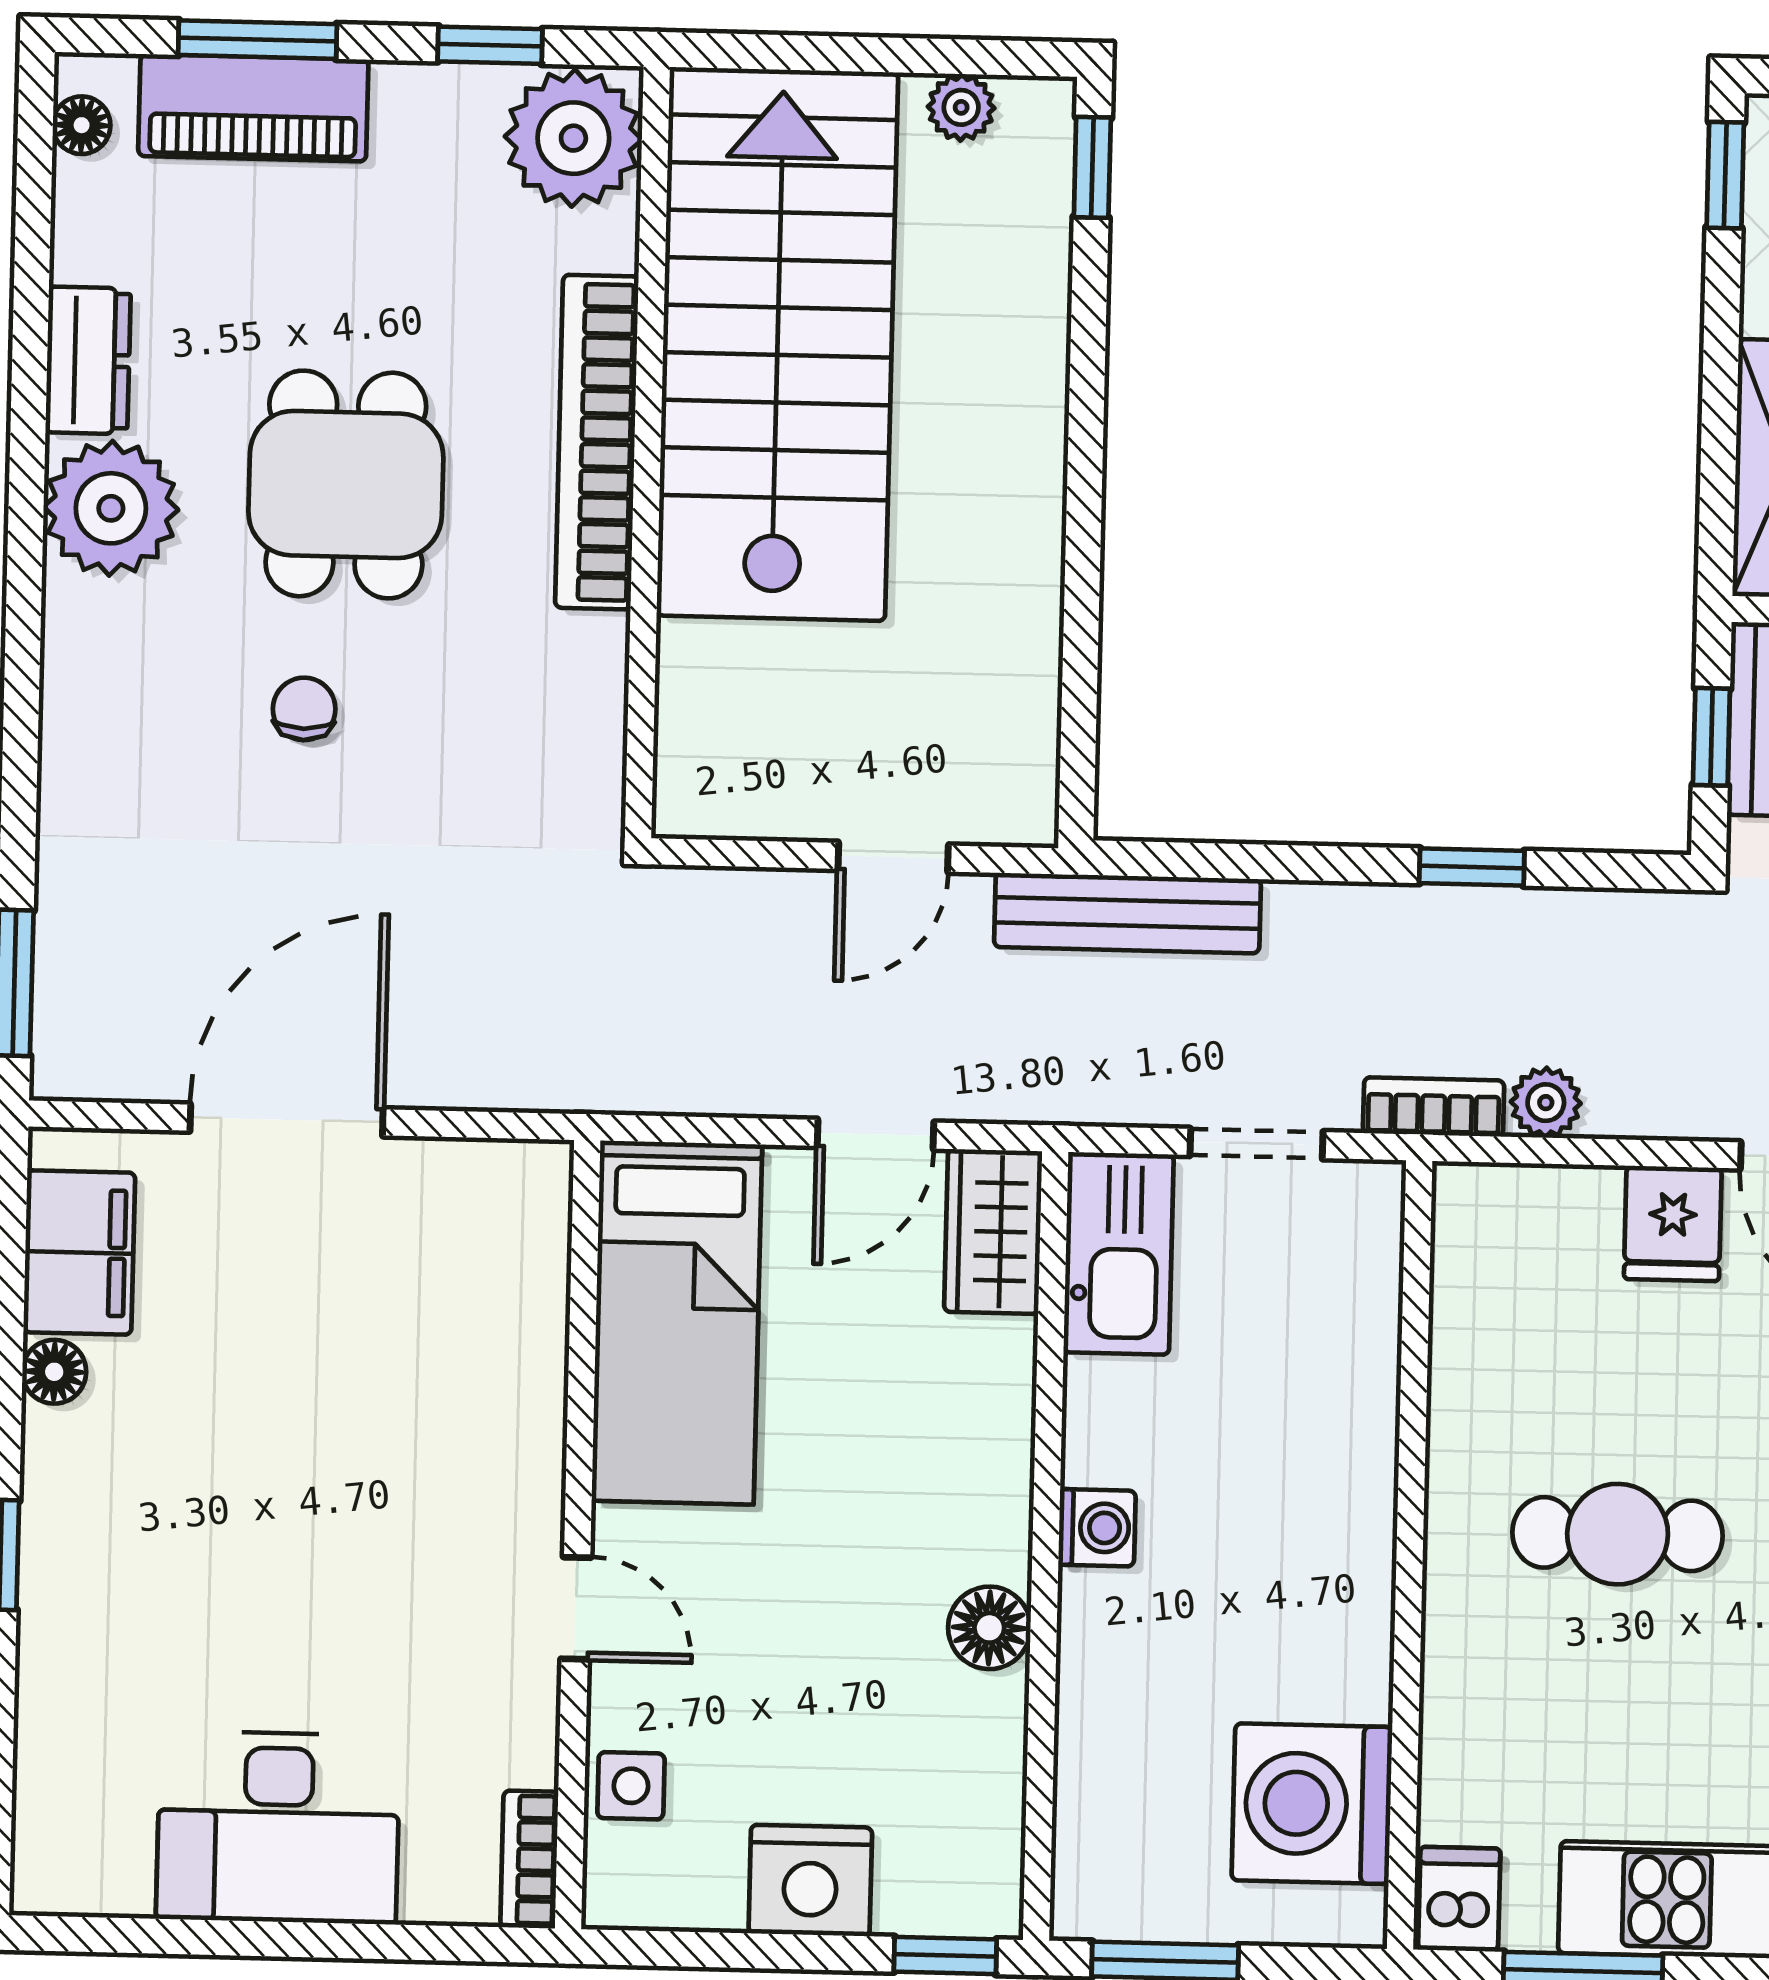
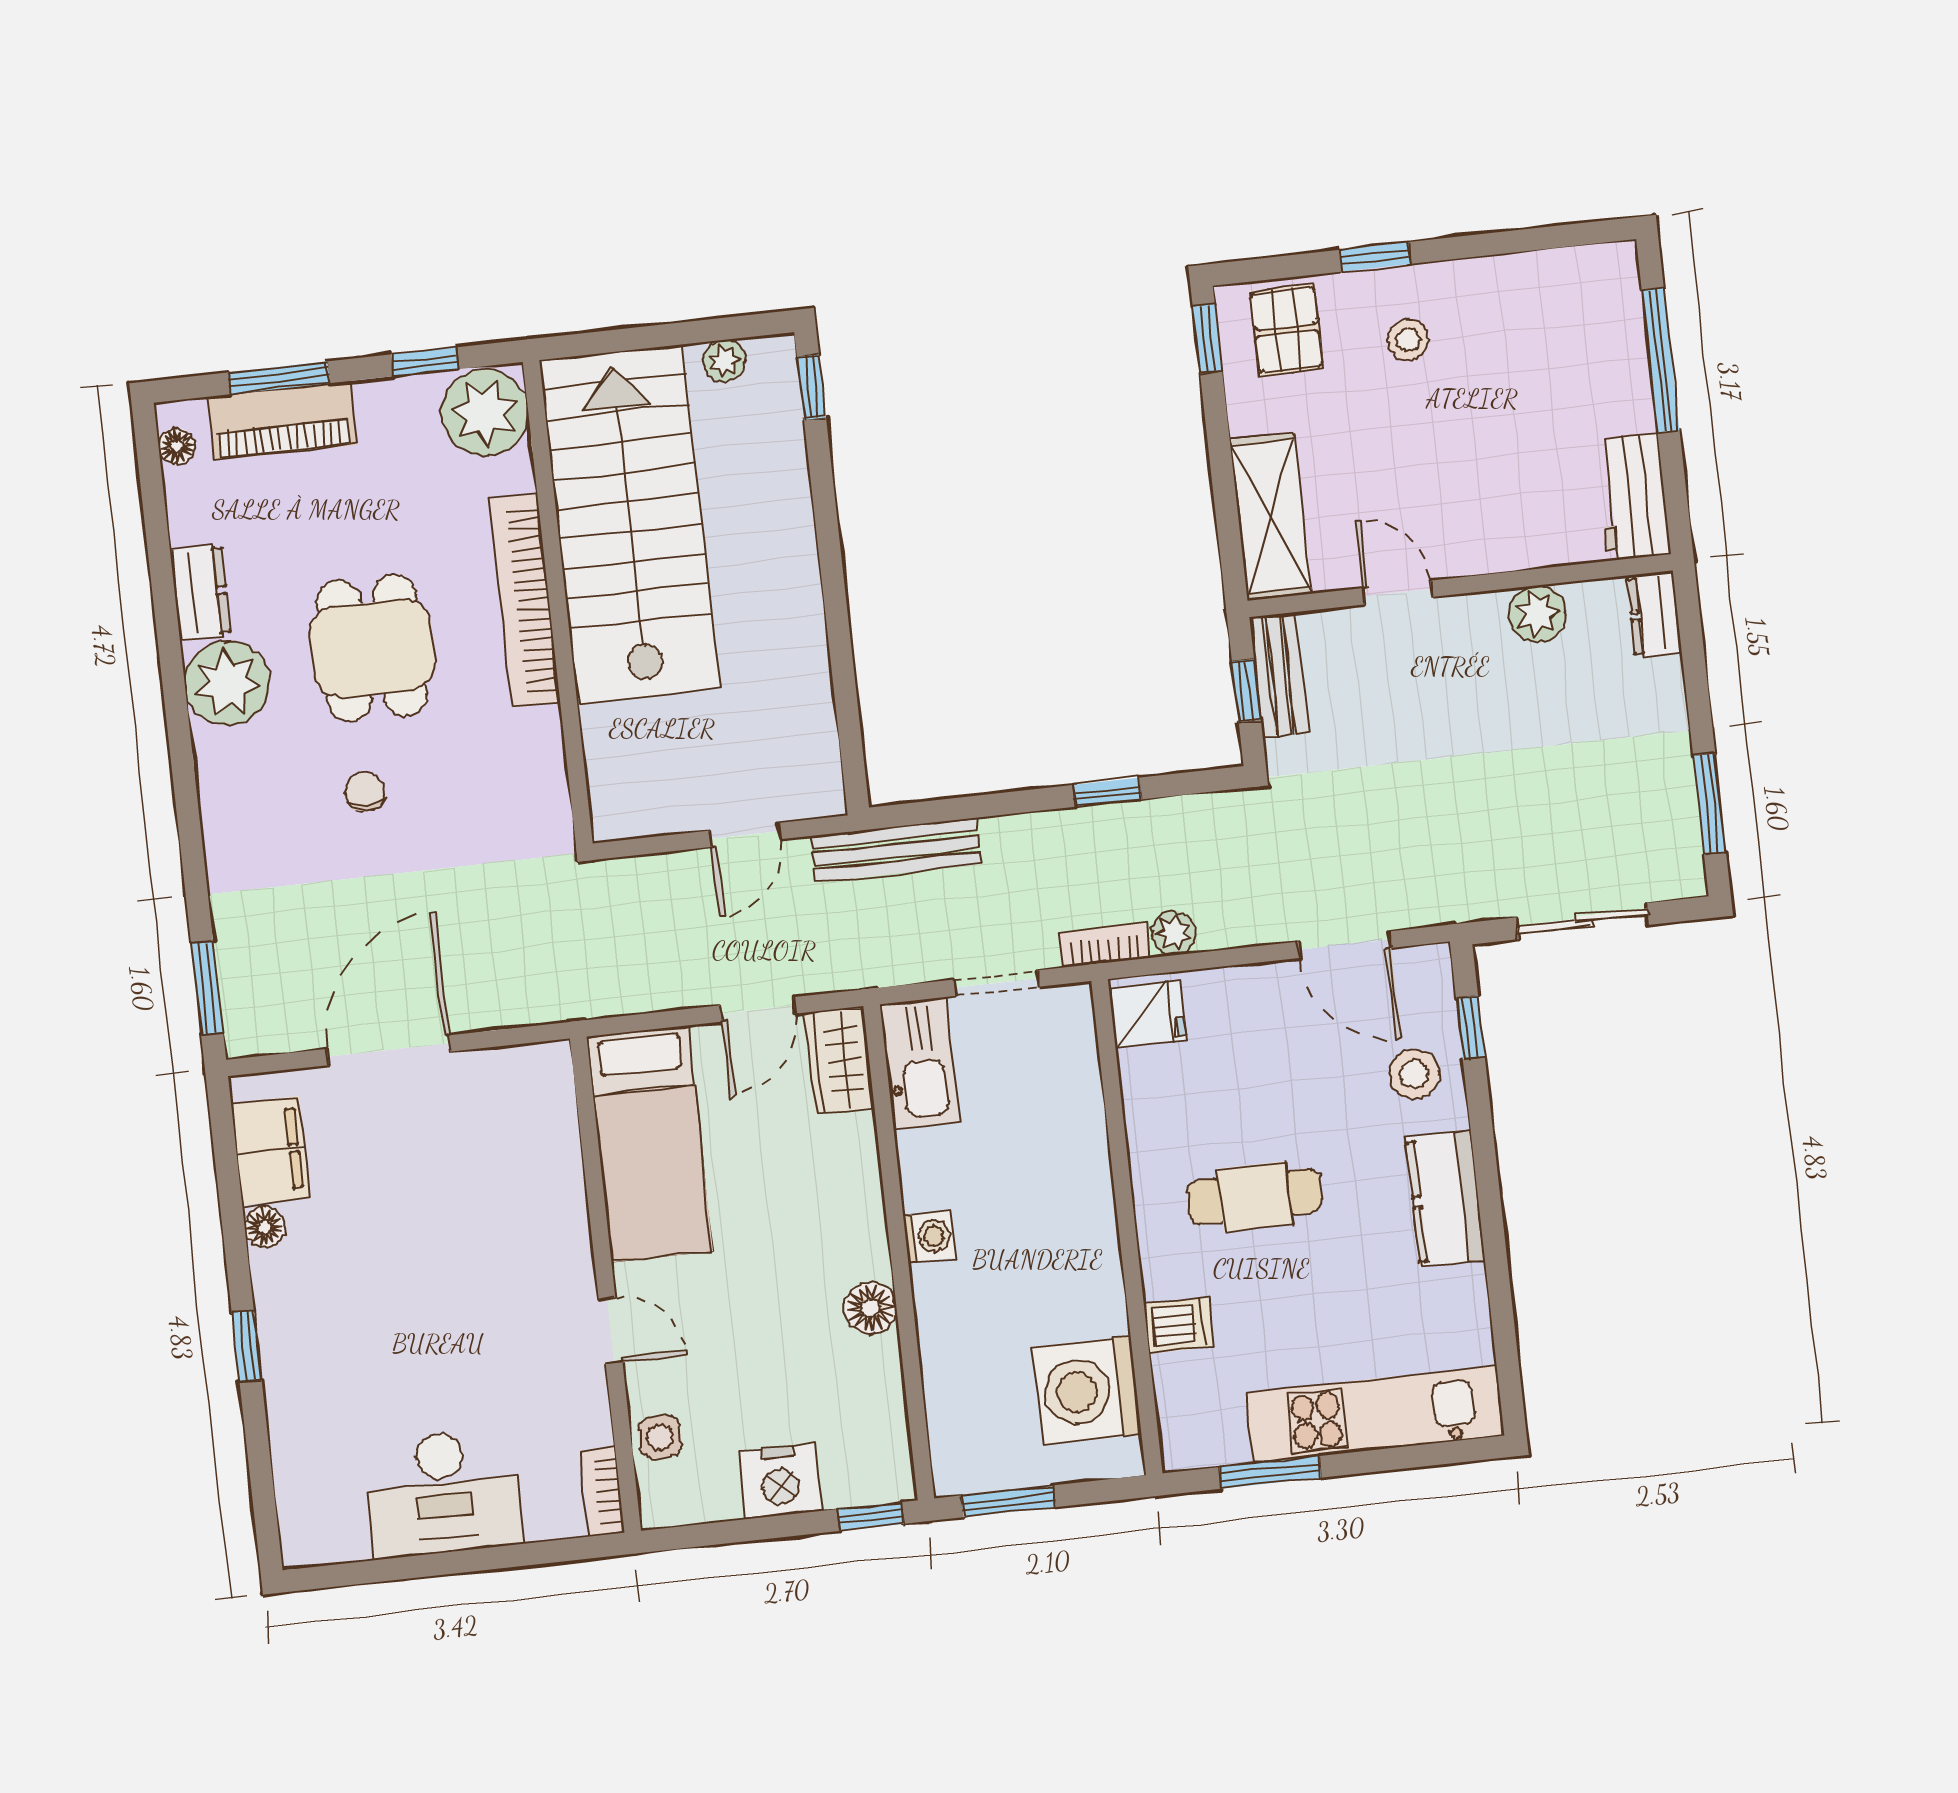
fridge: (1673, 1223) -> (1148, 1015), moved, turned -90
dishwasher: (1459, 1899) -> (1179, 1325), moved, turned 90

